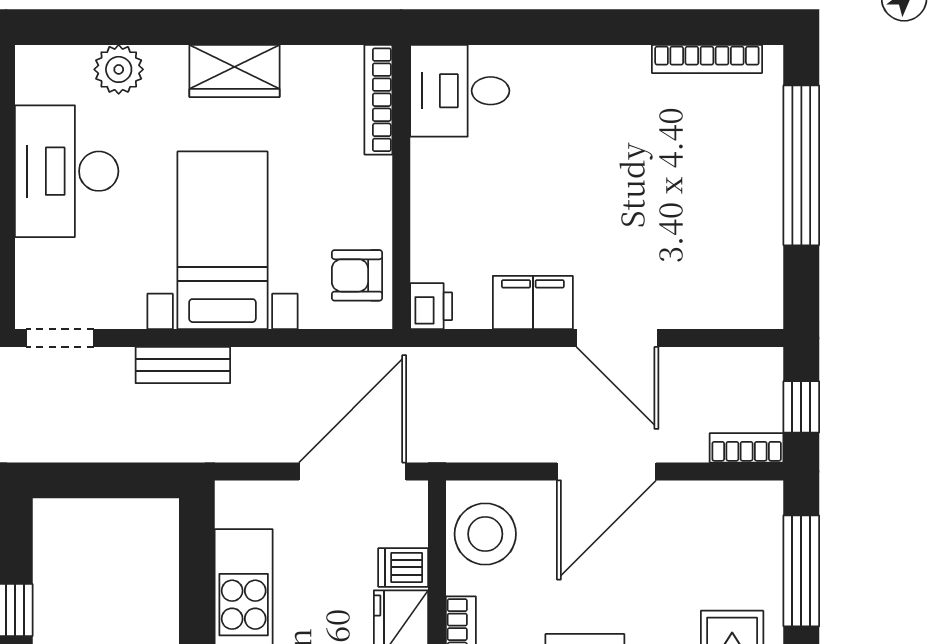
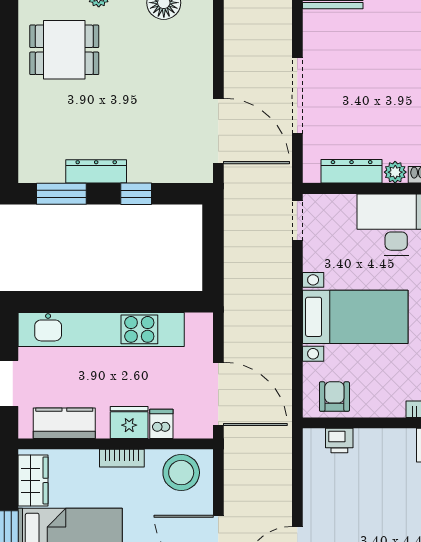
filing cabinet: (533, 303) -> (318, 501), removed
printer: (431, 306) -> (339, 440), moved
bench: (183, 365) -> (281, 293), removed

